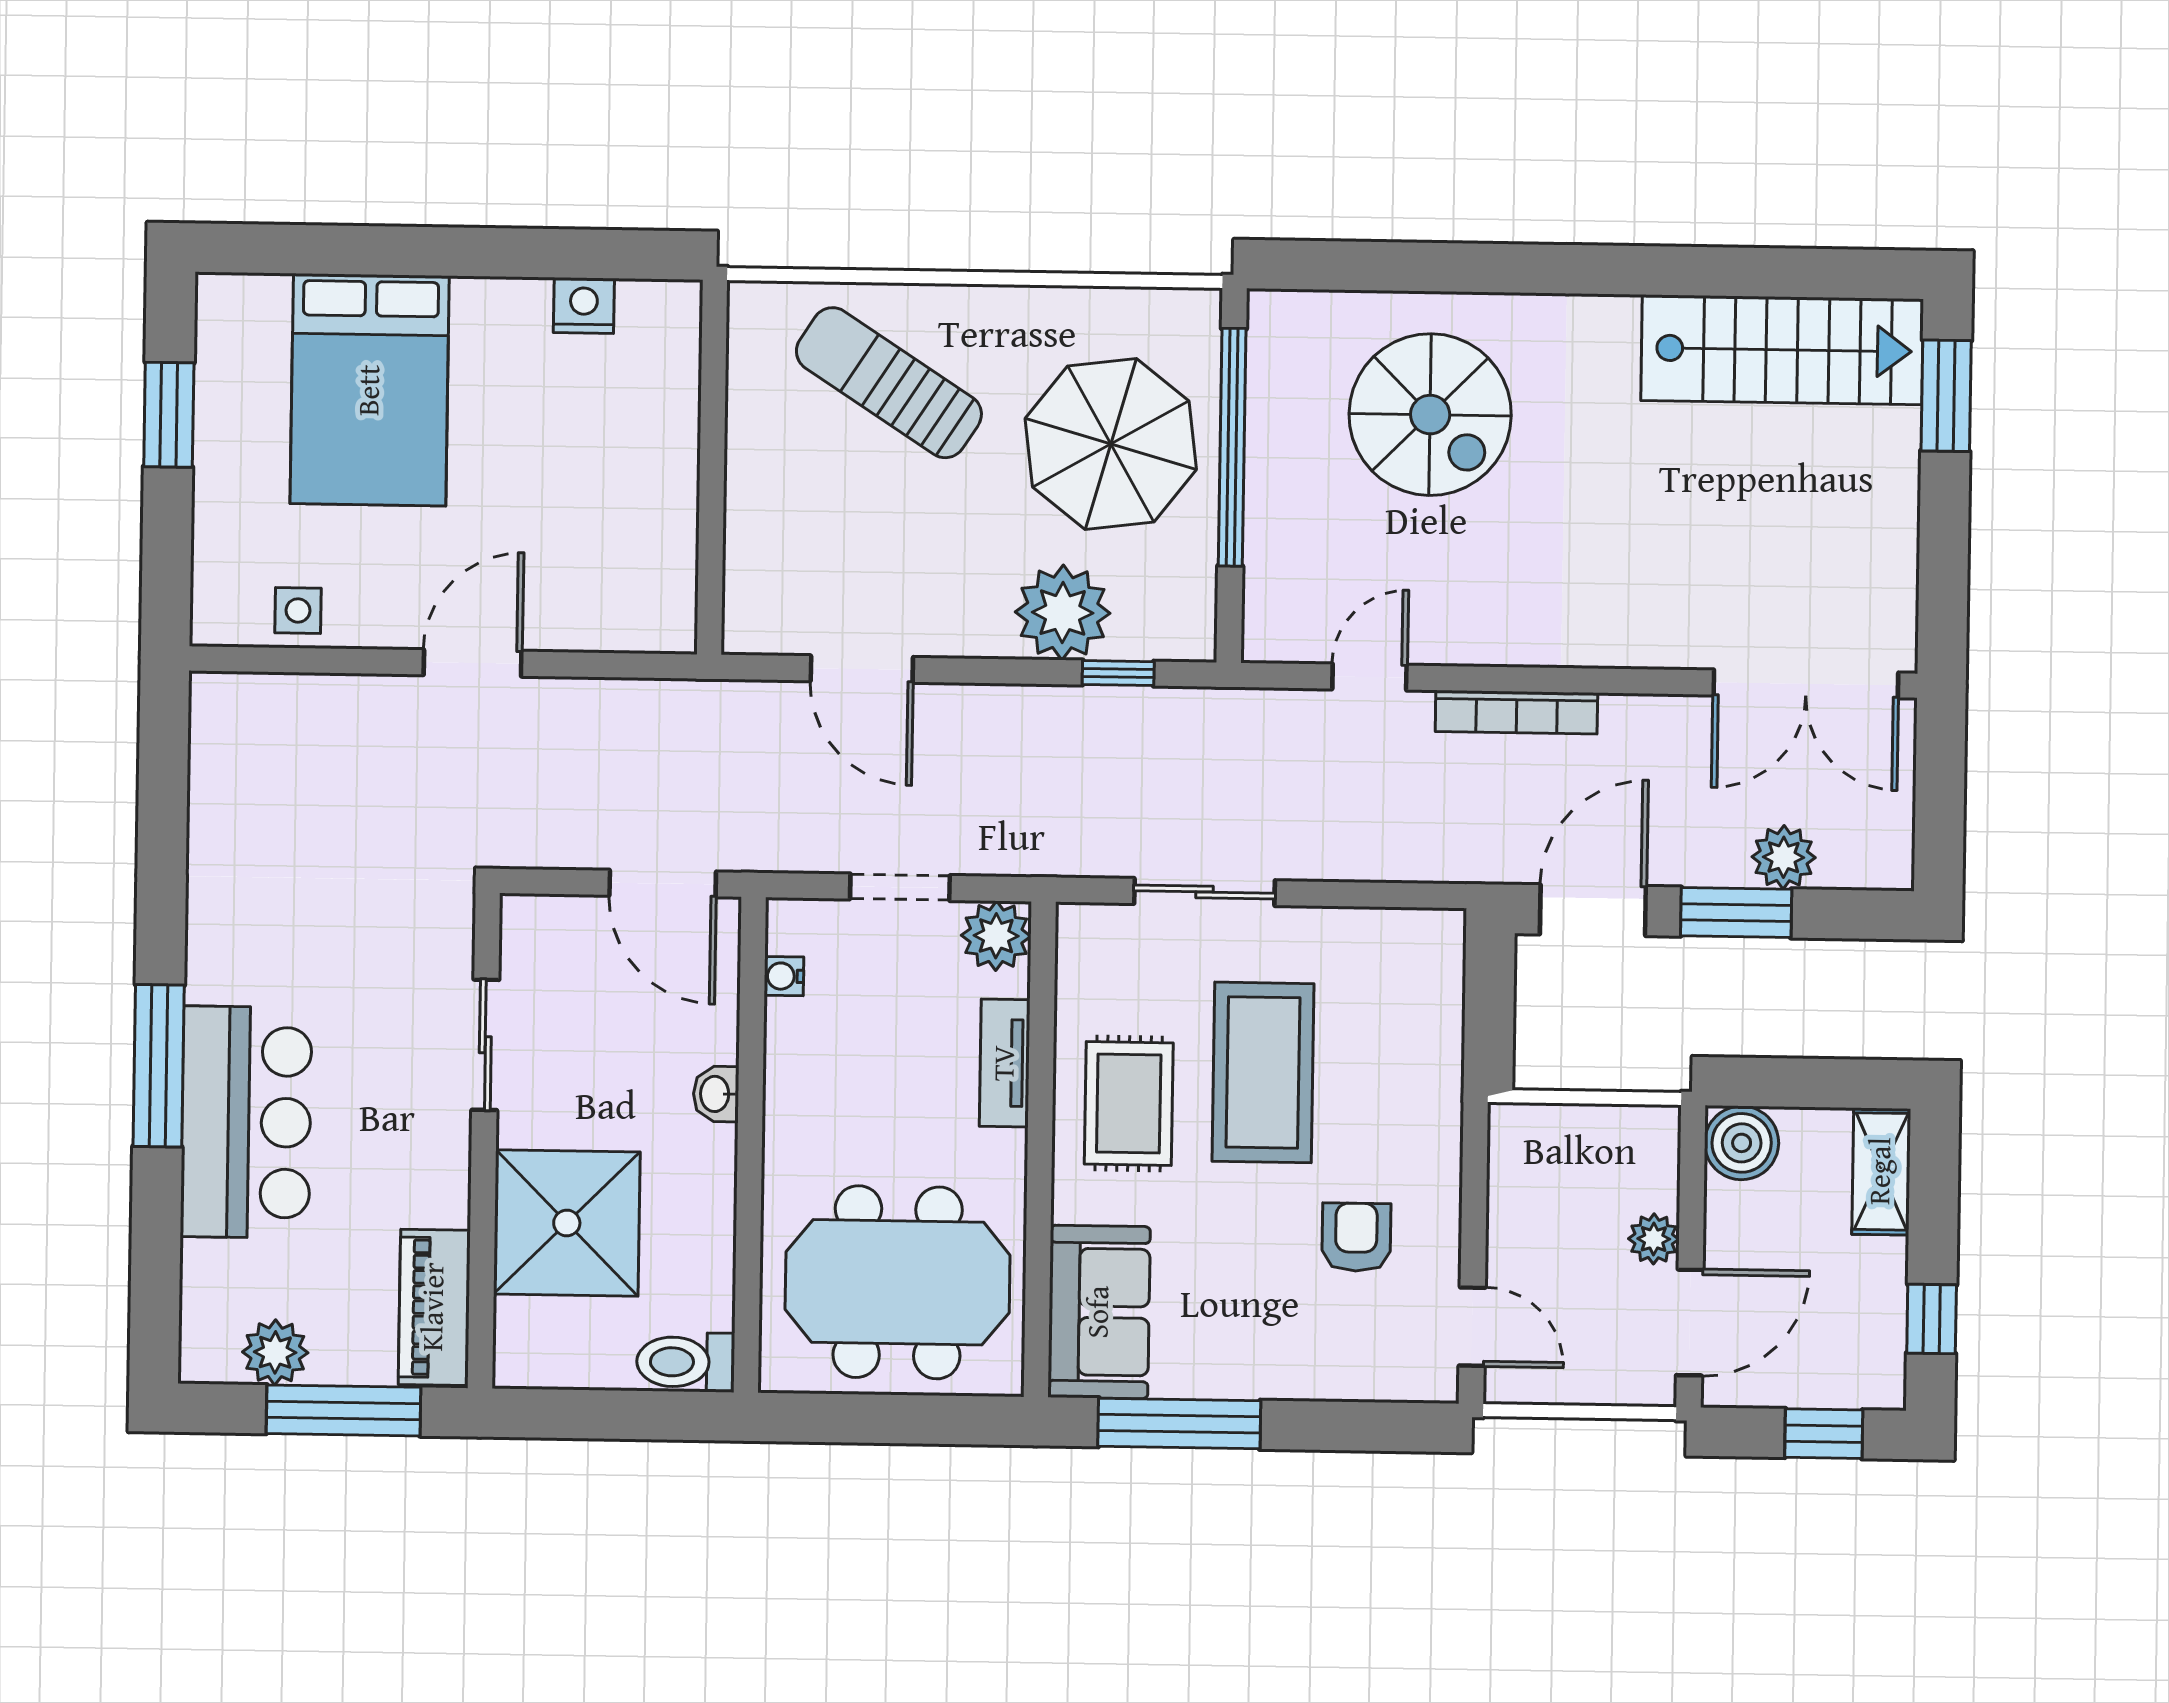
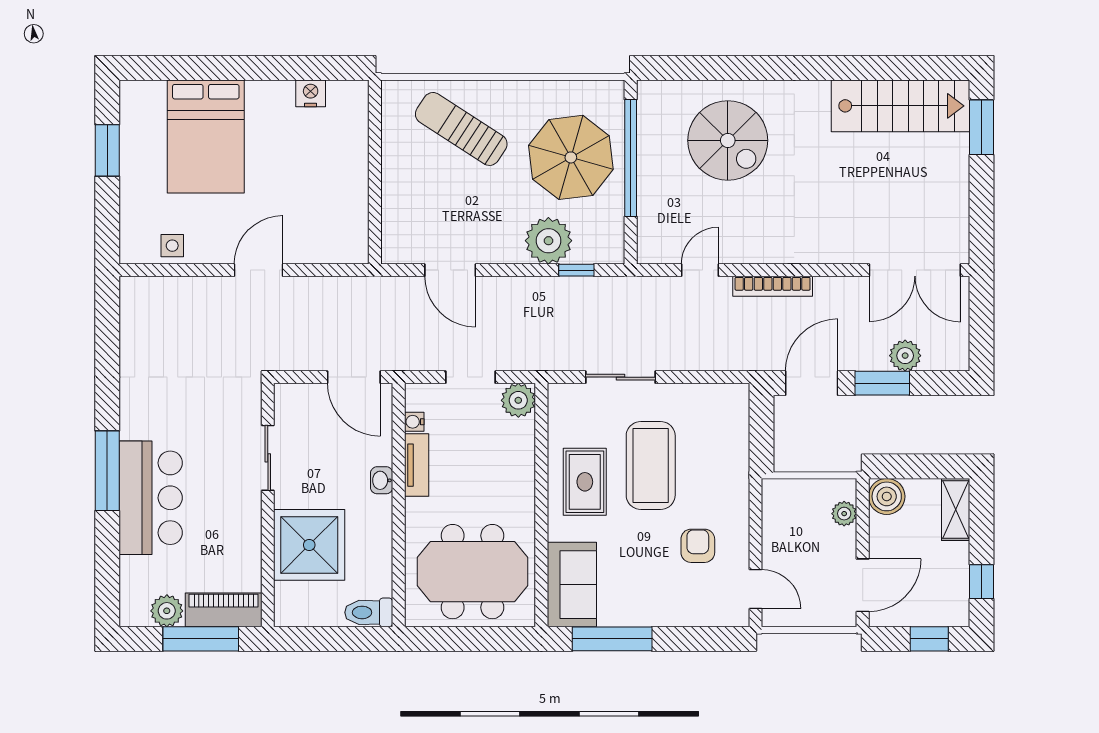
tv unit: (1005, 1063) -> (417, 465), moved, turned 180
plant: (1654, 1239) -> (844, 514), moved
piano: (434, 1307) -> (224, 610), moved, turned 90

